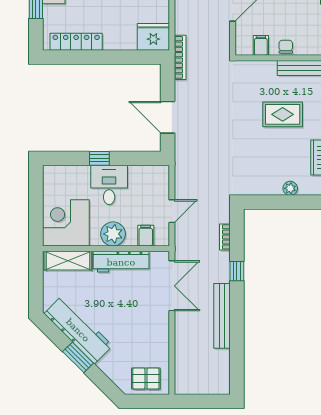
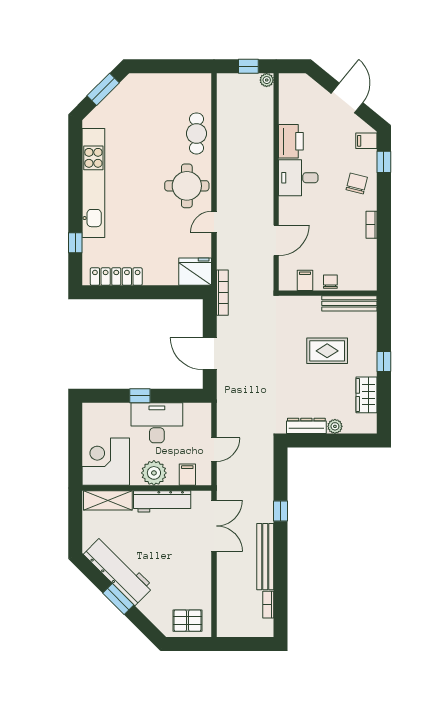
desk: (109, 185) -> (157, 423), width x1.37
dresser: (262, 188) -> (306, 426), added
bookcase: (225, 237) -> (268, 605), moved

